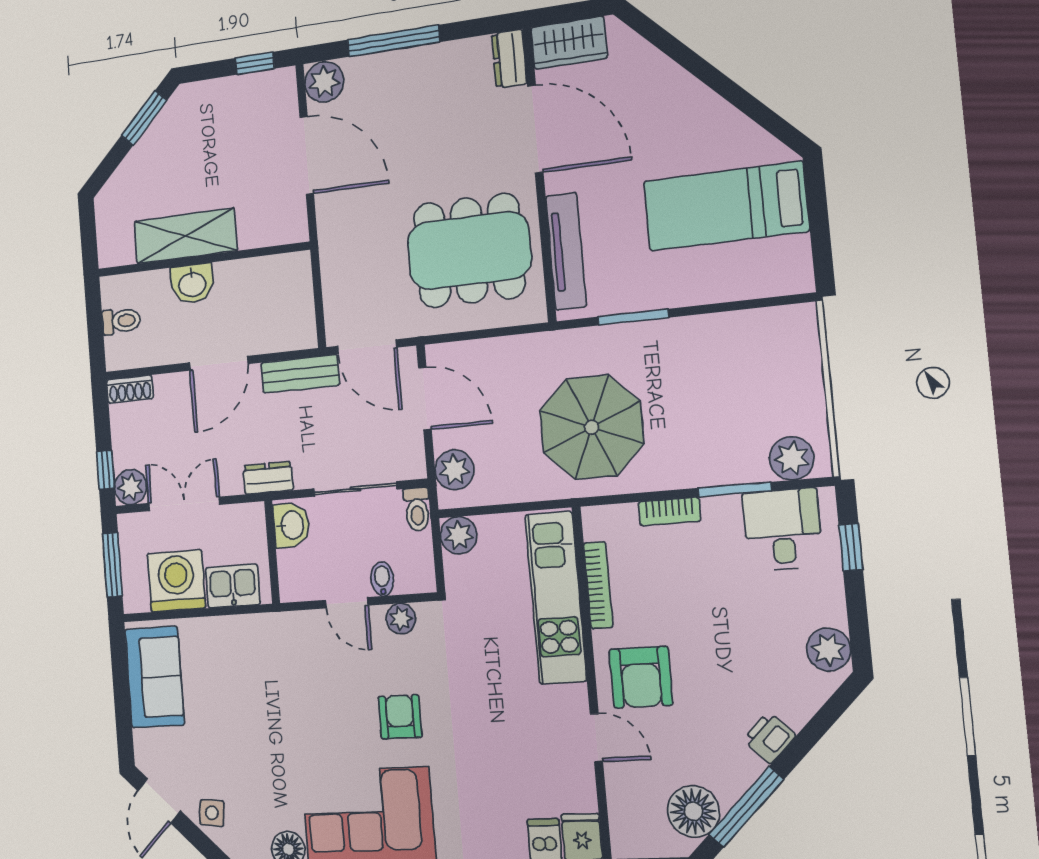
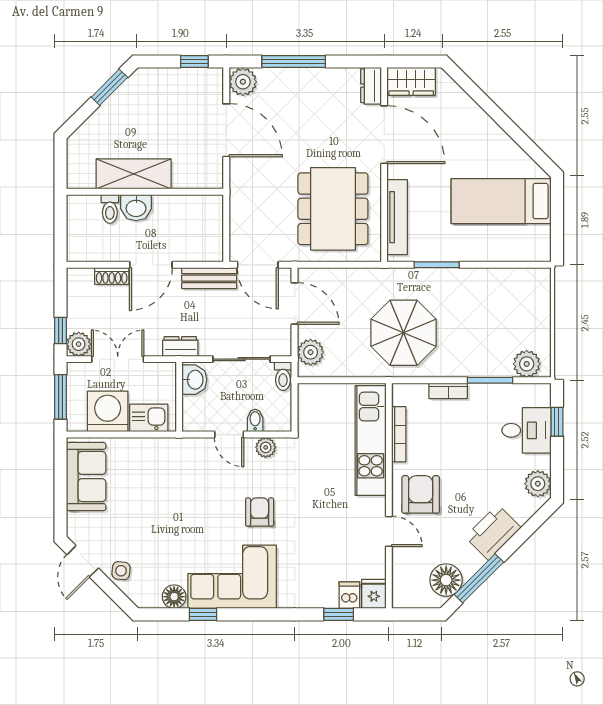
dining table: (469, 251) -> (333, 209), turned 90
toilet: (121, 321) -> (110, 209), moved, turned 90
shoe rack: (130, 389) -> (112, 276), moved
desk: (783, 530) -> (526, 430), moved, turned 90
plant: (459, 535) -> (310, 395), removed
armchair: (641, 677) -> (421, 494), turned 180
printer: (769, 738) -> (493, 532), width x1.87, depth x1.48

